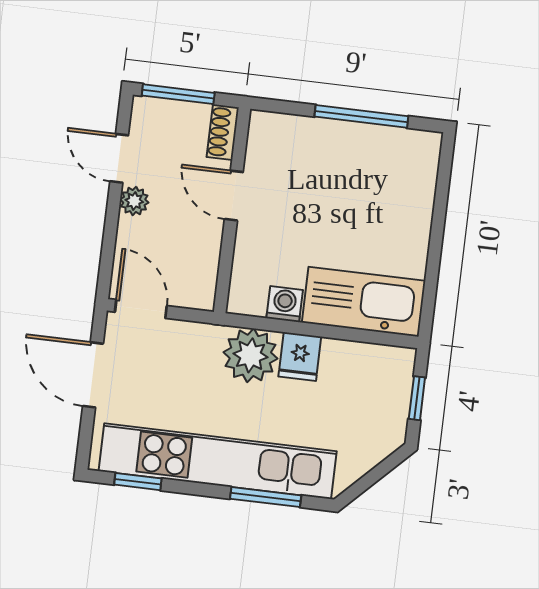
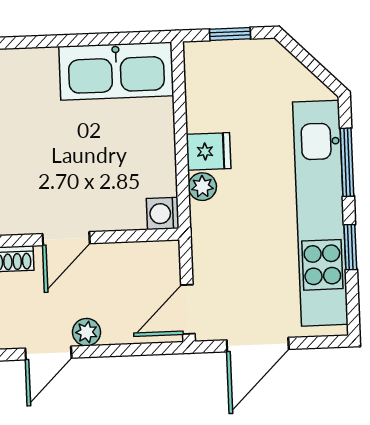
kitchen sink: (364, 302) -> (116, 71), moved, turned -90
washing machine: (285, 304) -> (163, 214), moved
plant: (250, 355) -> (202, 187), width x0.53, depth x0.53
window: (138, 482) -> (350, 247), moved

